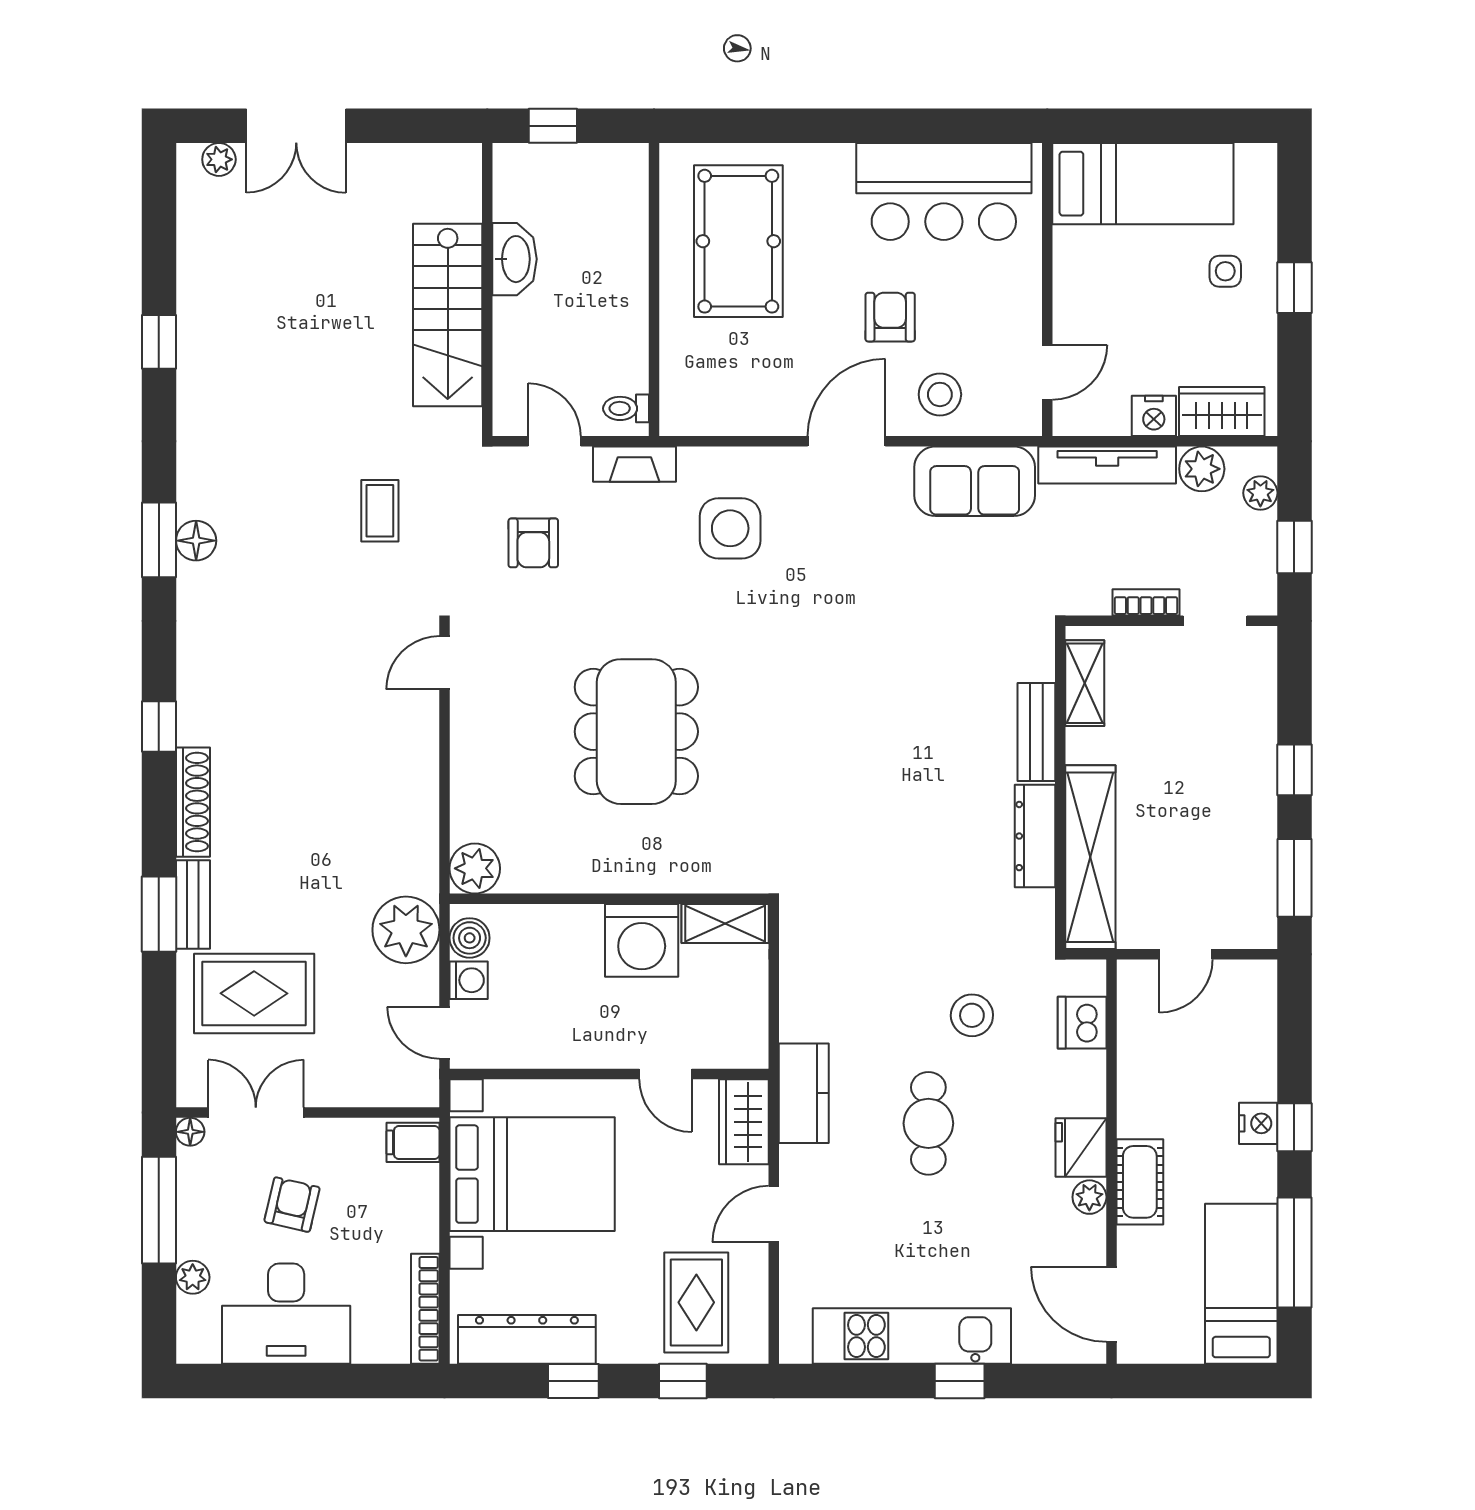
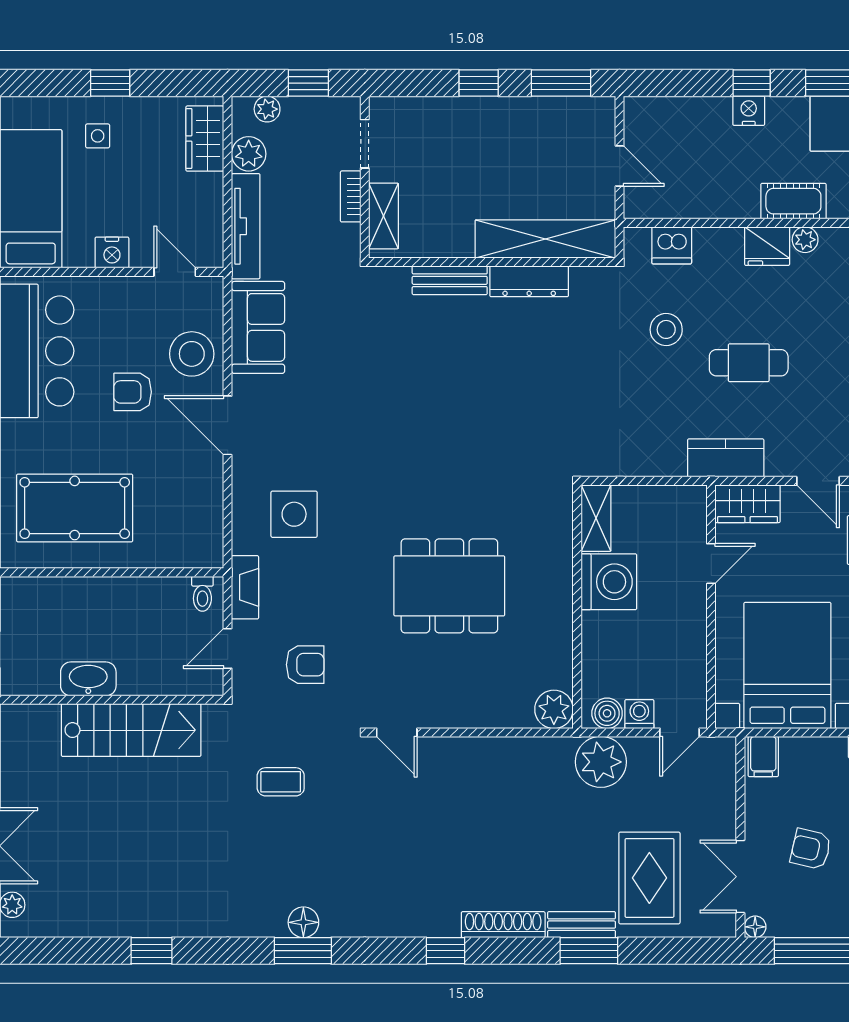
stool: (940, 394) -> (192, 354), width x1.38, depth x1.38
nightstand: (1154, 416) -> (112, 252), moved, turned 90
shelving: (1085, 683) -> (383, 216), moved, turned 90

